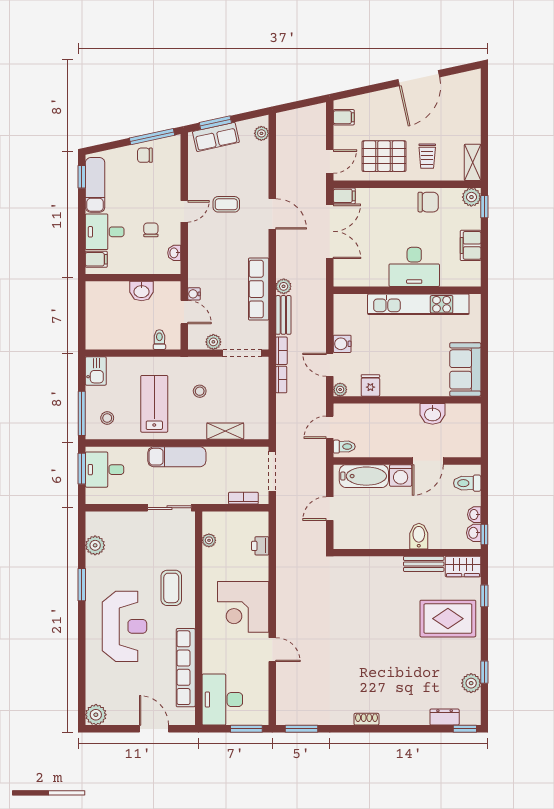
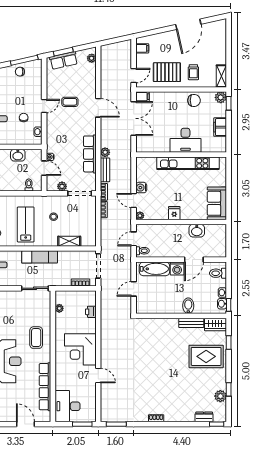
fridge: (370, 385) -> (174, 213), moved

